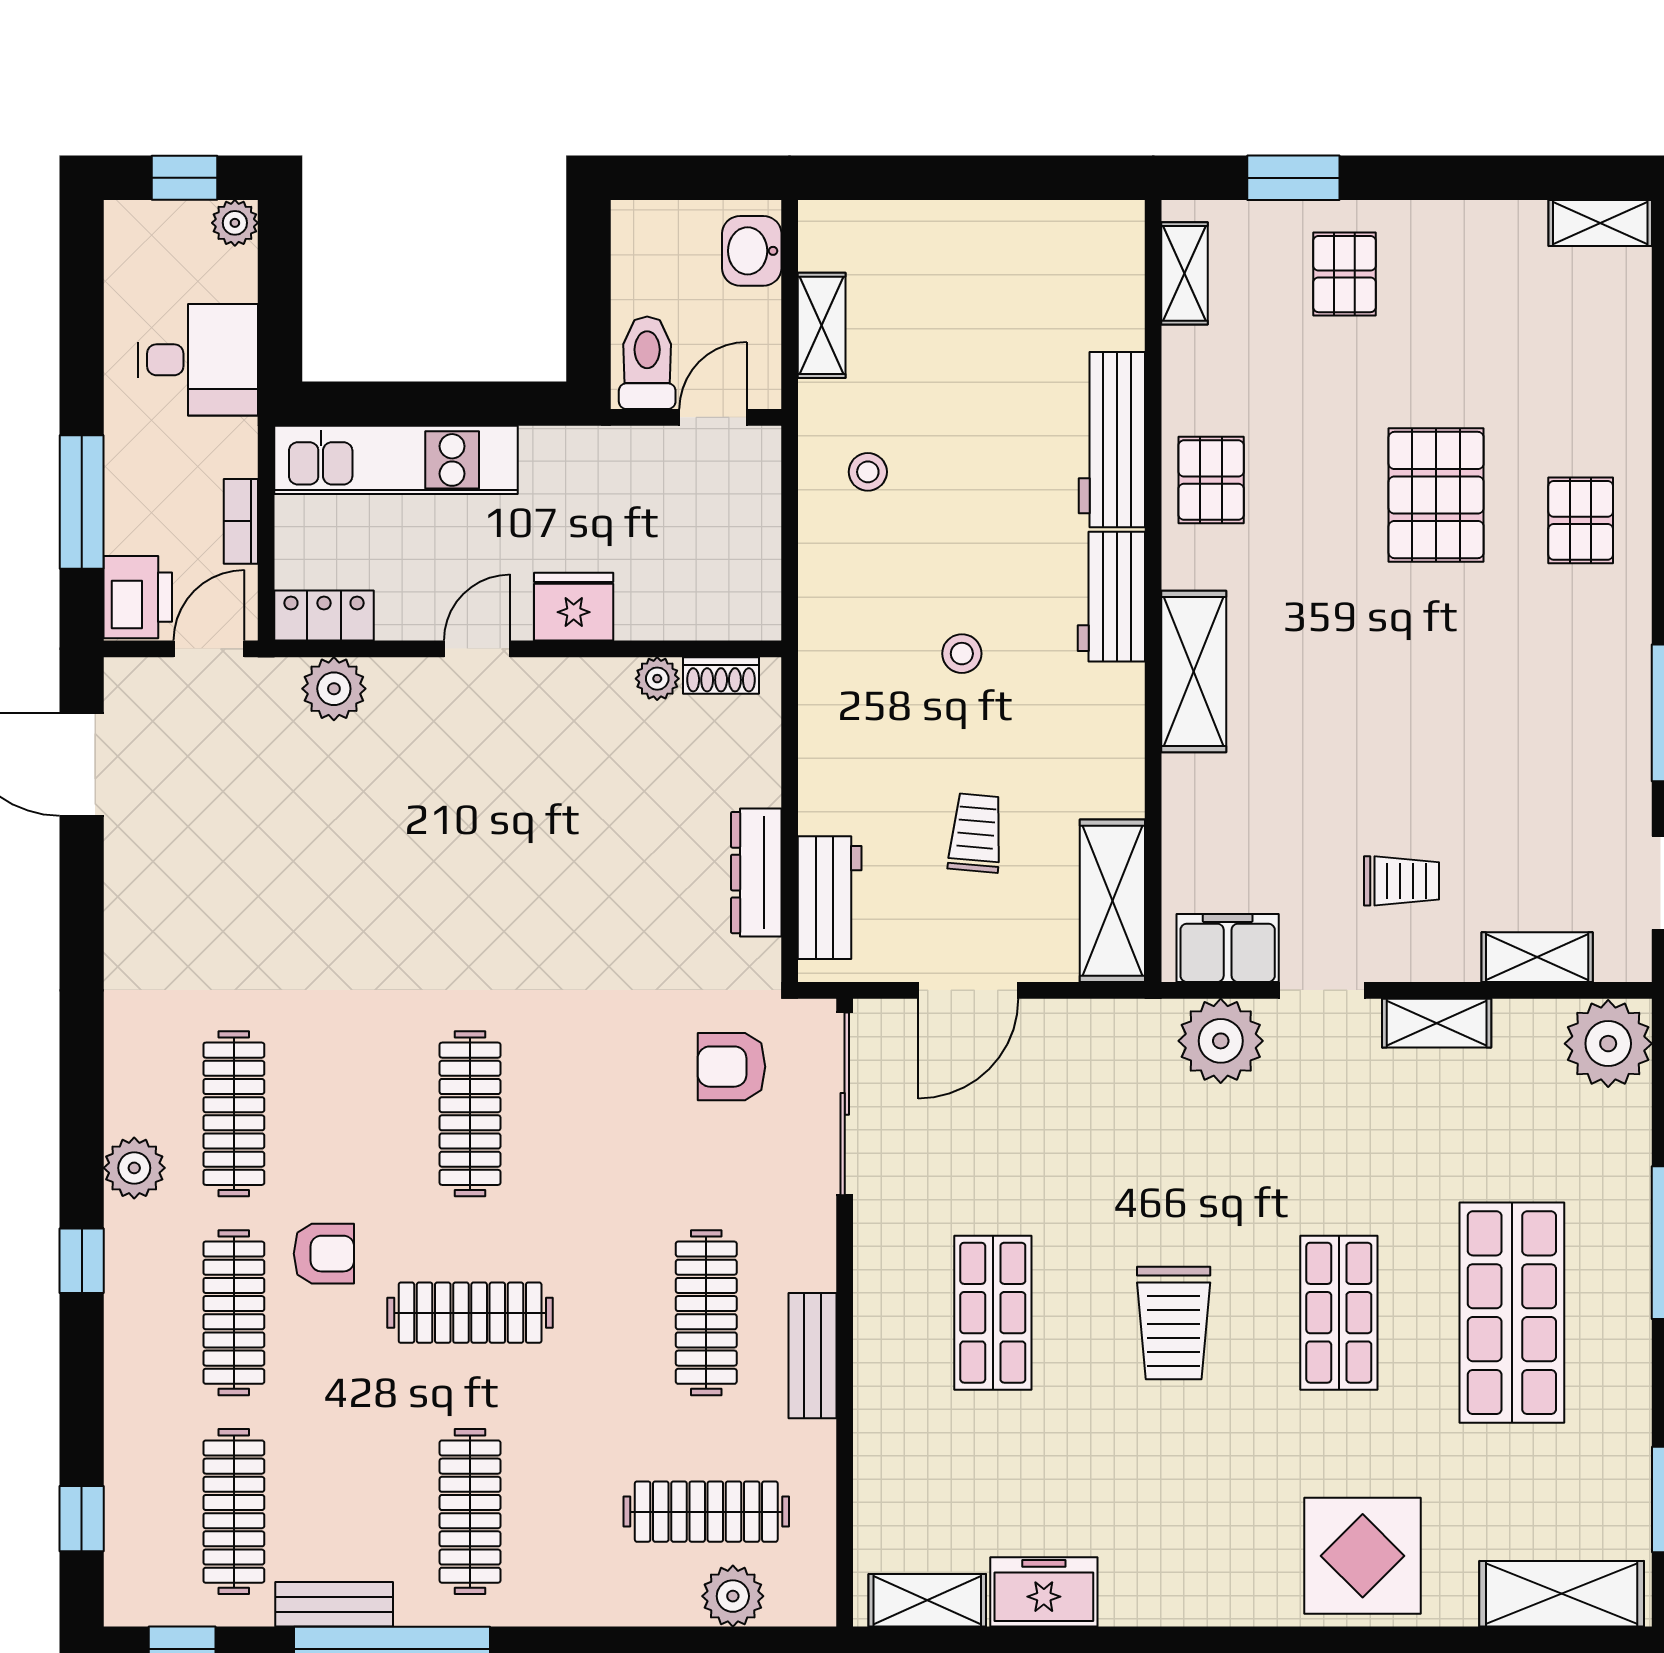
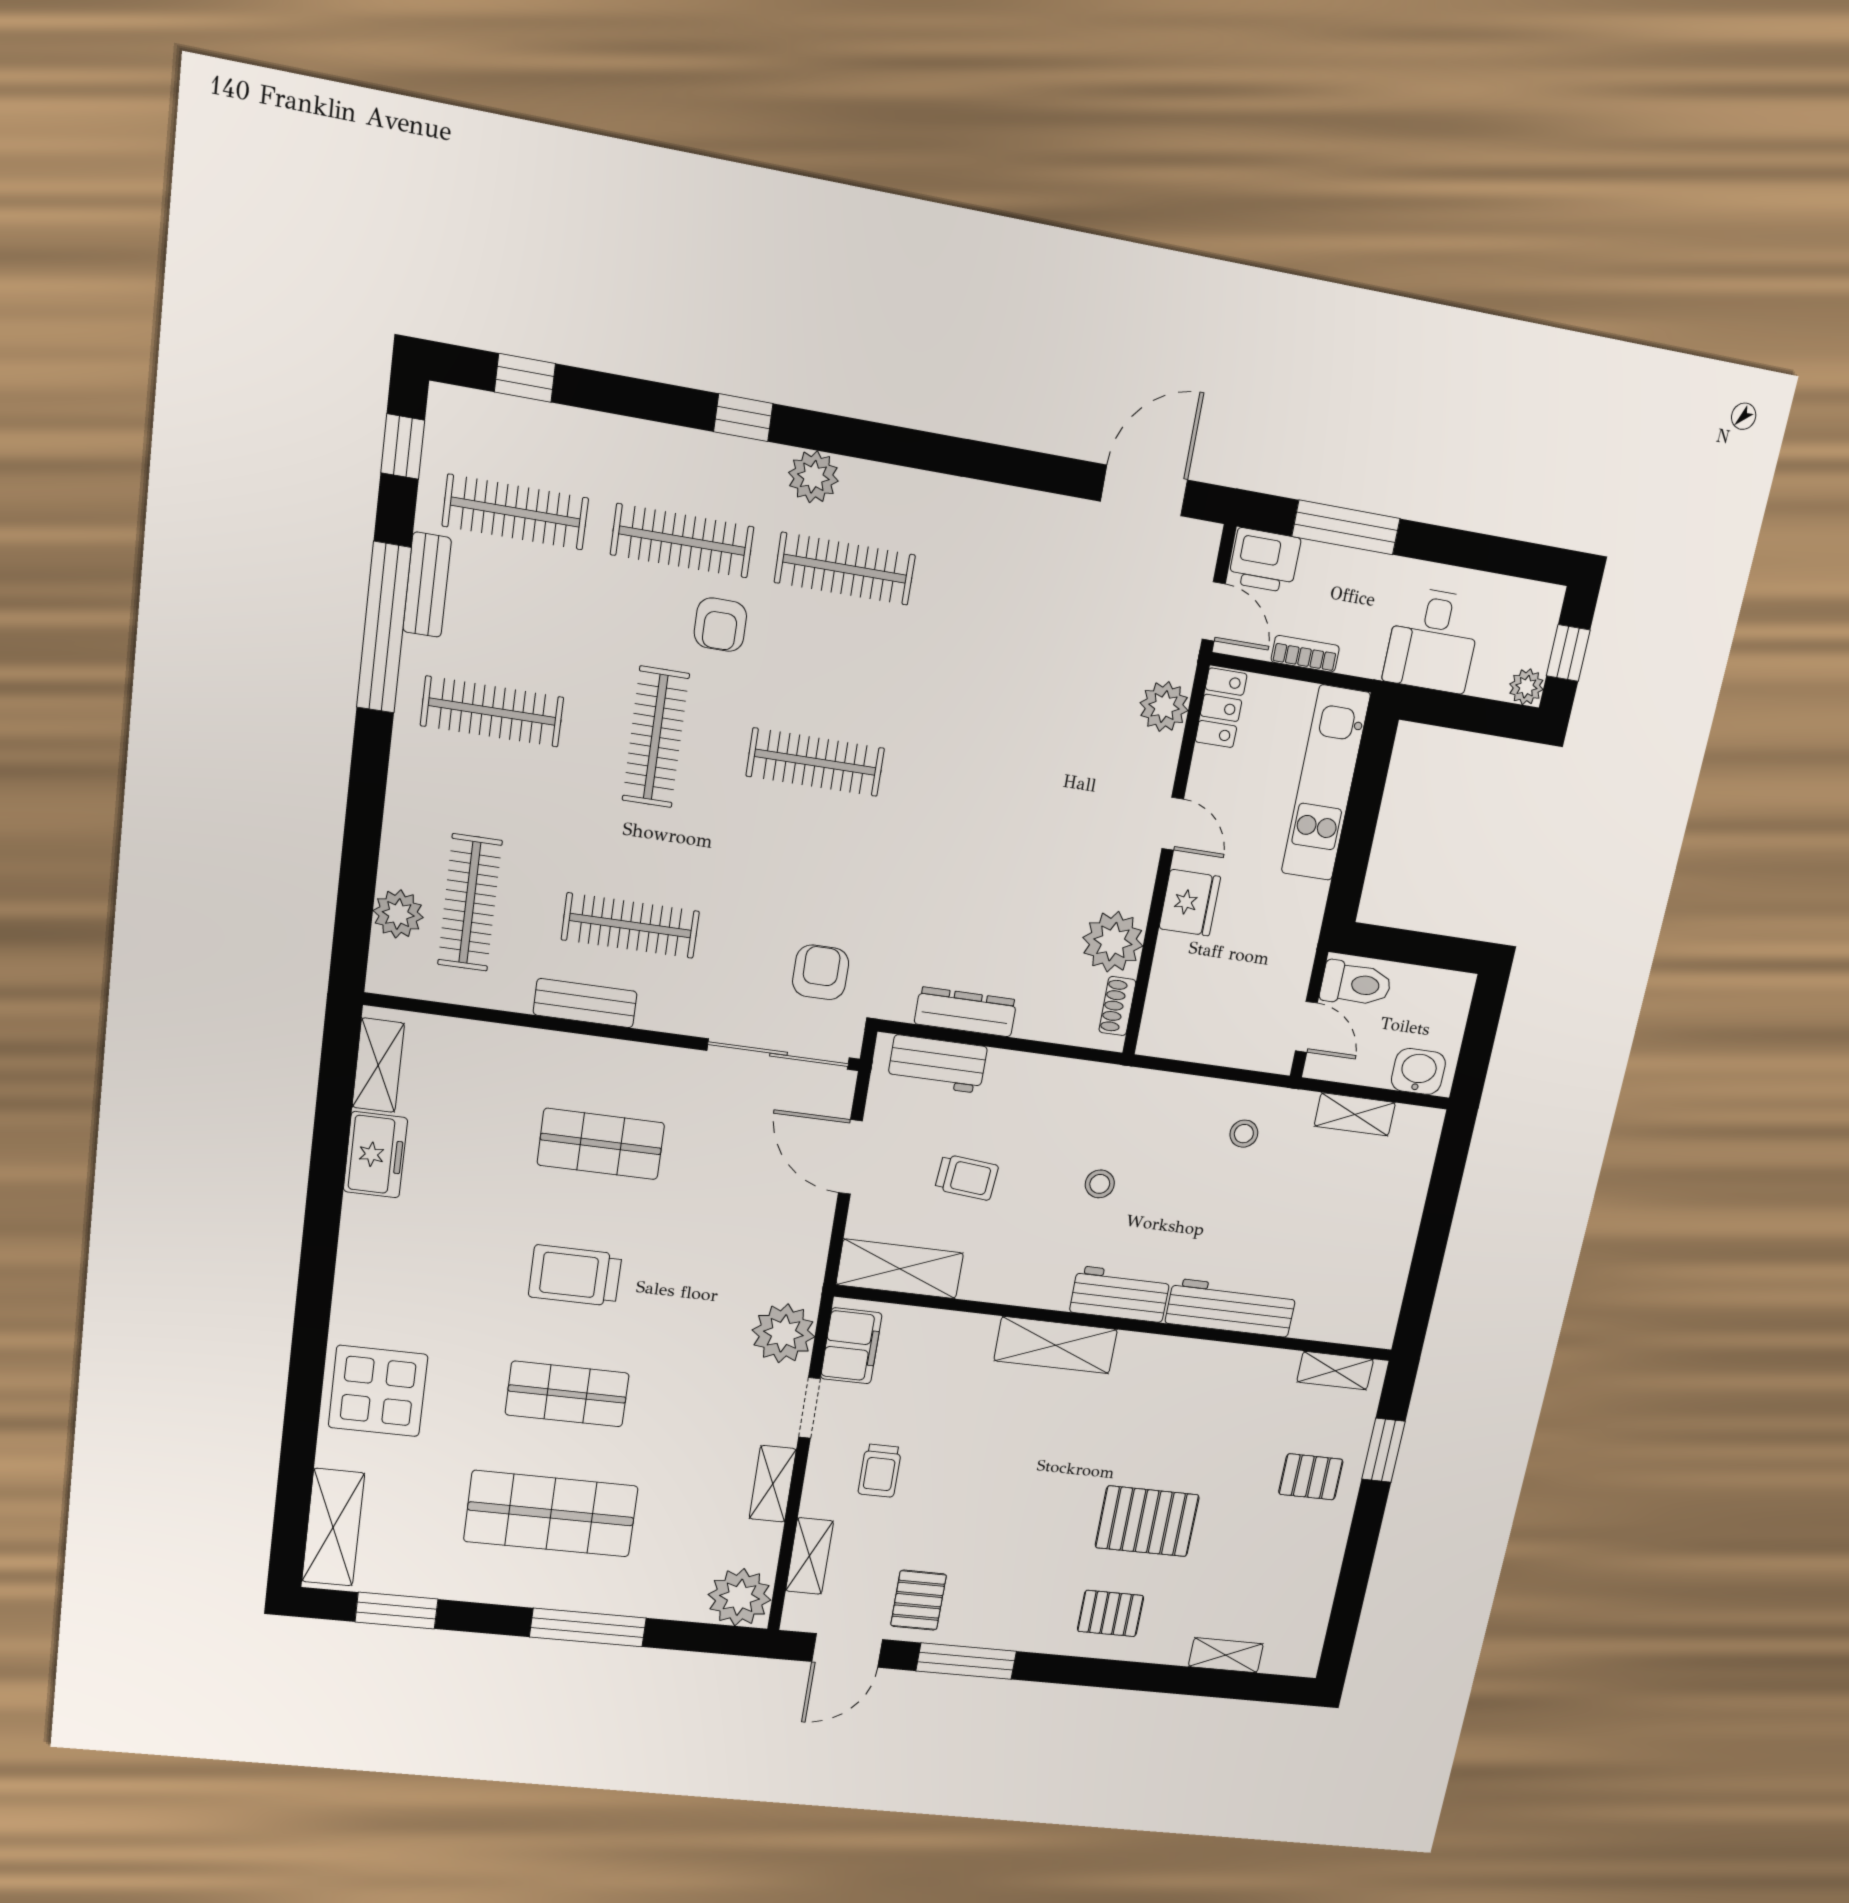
shelving: (1600, 223) -> (1226, 1655), moved, turned 90
pallet: (1211, 480) -> (919, 1600), moved, turned 90
plant: (657, 679) -> (1113, 942), width x1.87, depth x1.87

